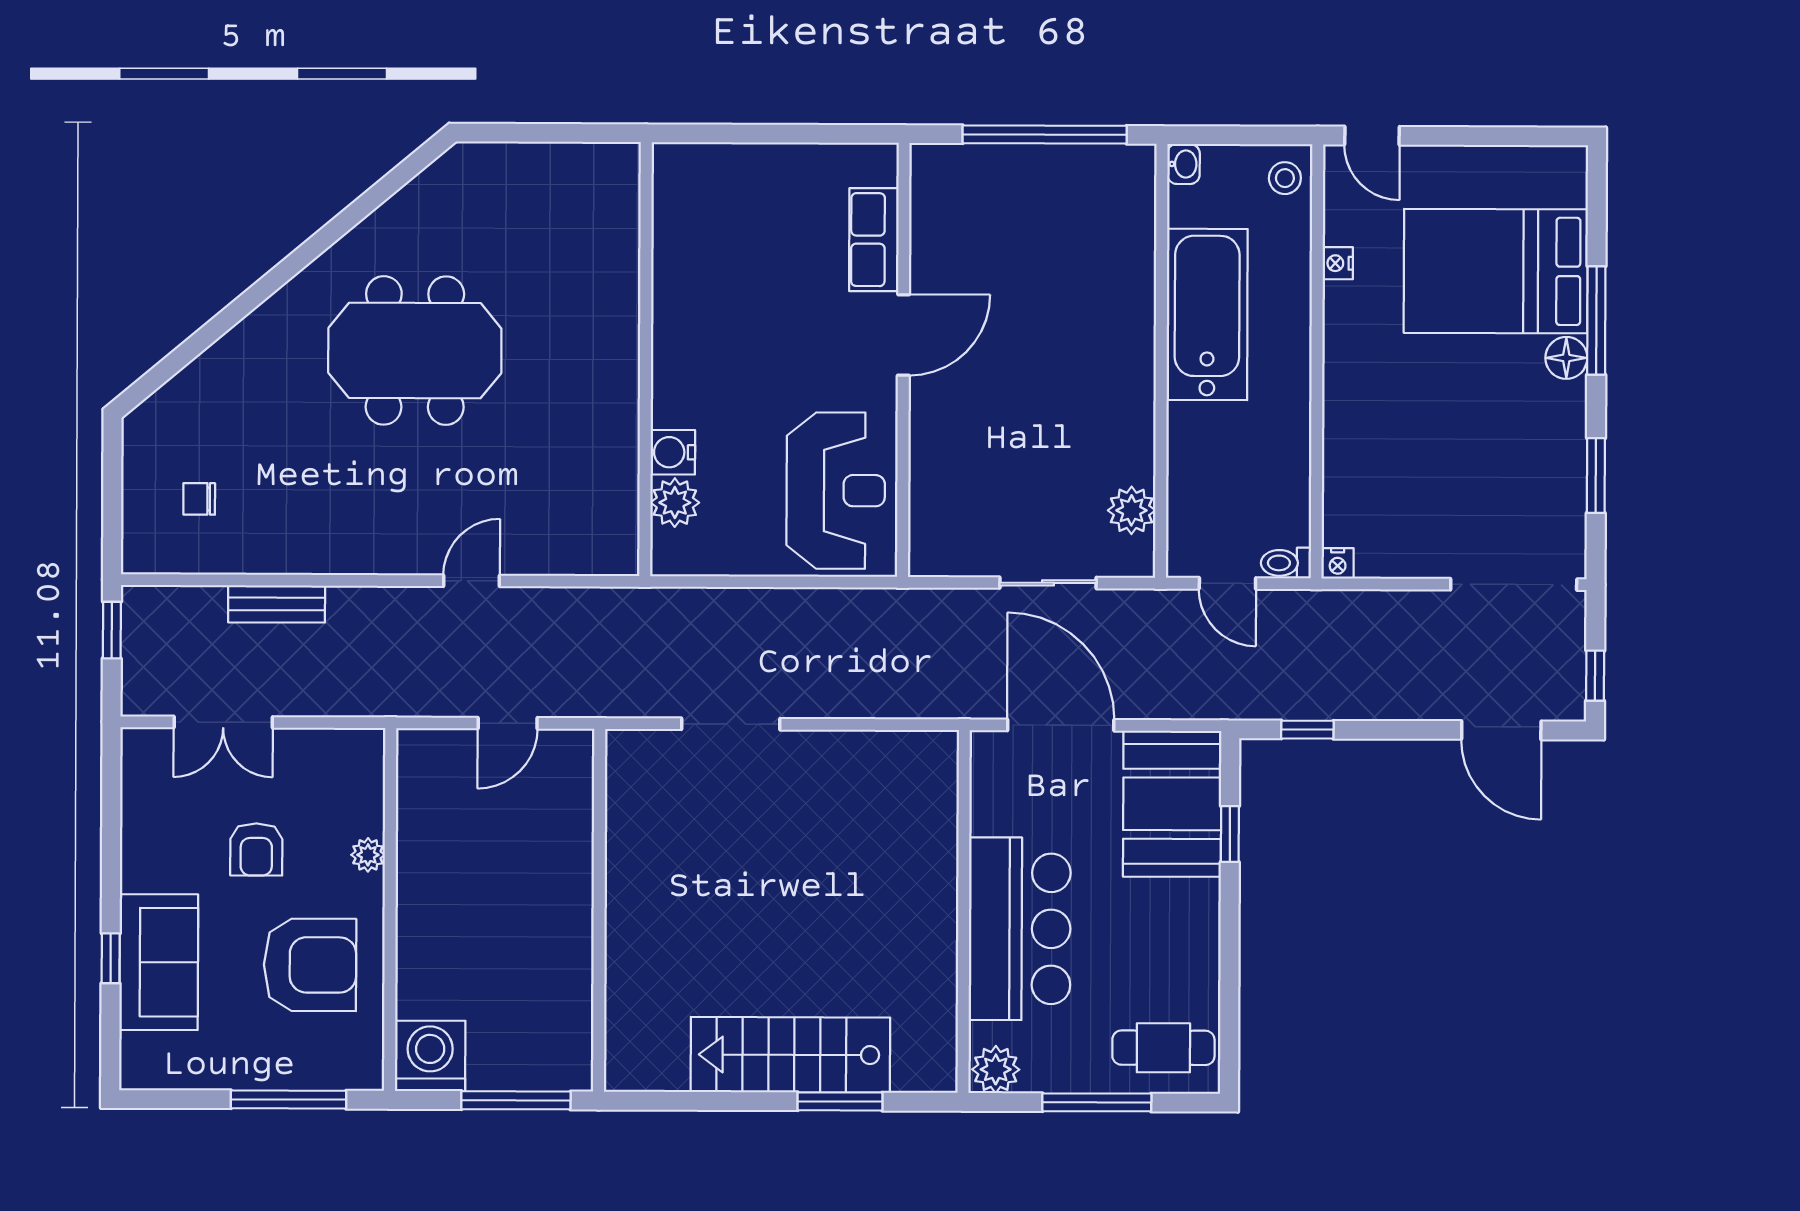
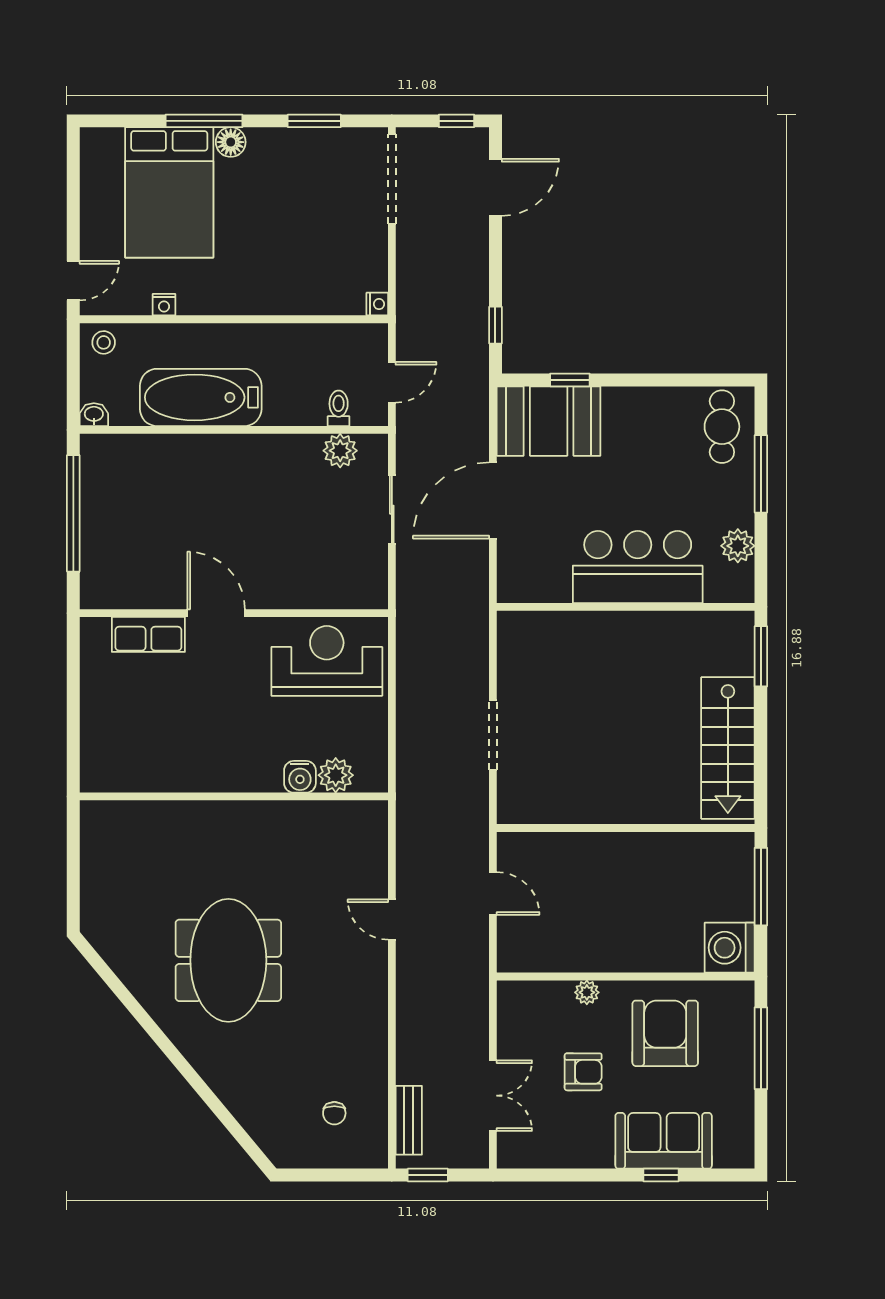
toilet: (1286, 563) -> (339, 408), moved, turned 180
bench: (277, 604) -> (409, 1120), moved
wall: (964, 912) -> (626, 607), moved
bar counter: (1020, 929) -> (638, 567), moved
stairs: (790, 1055) -> (728, 748), moved

